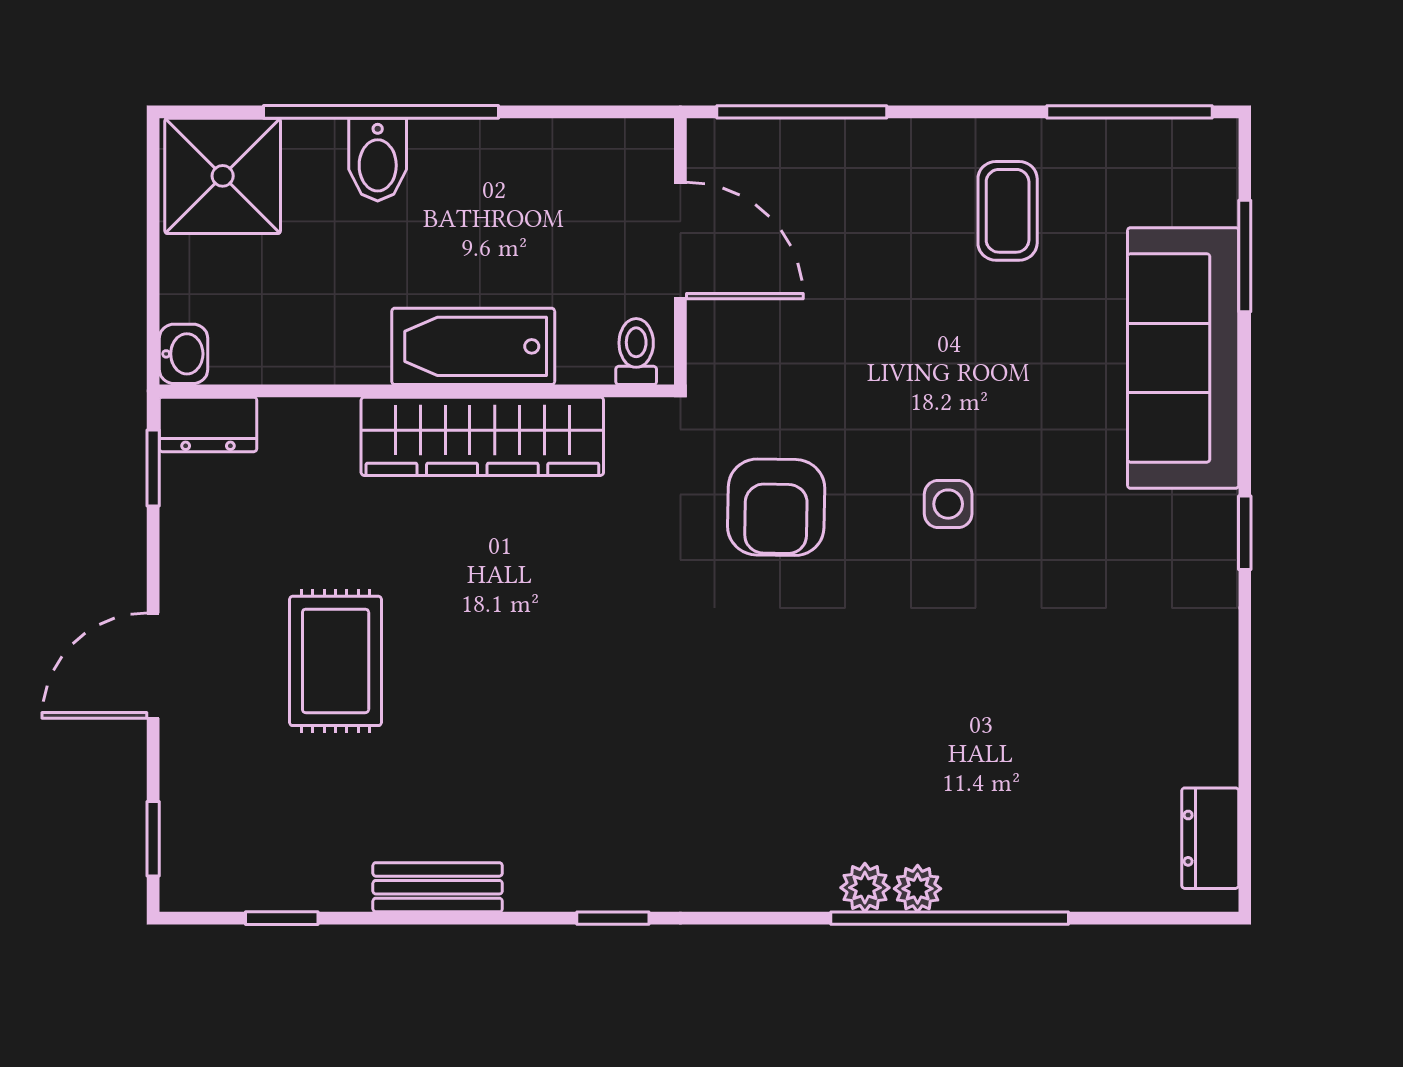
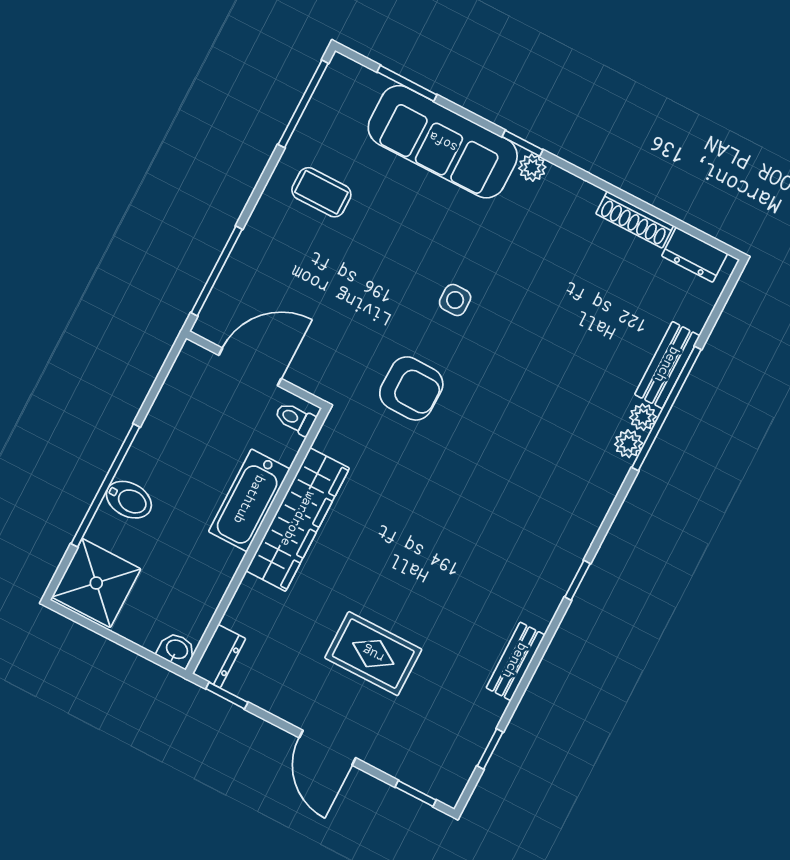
plant: (1215, 517) -> (532, 168), added
window: (1245, 533) -> (522, 143), moved
shoe rack: (1216, 718) -> (635, 220), added
bench: (1018, 884) -> (667, 365), added

